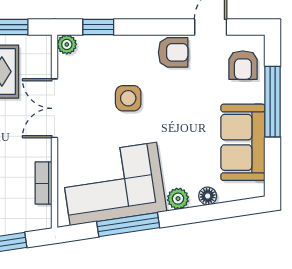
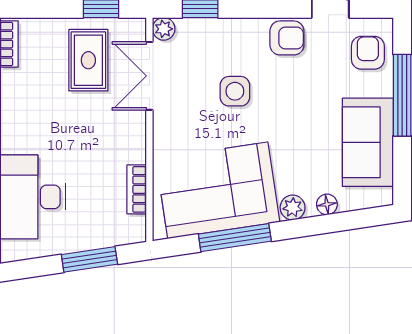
armchair: (243, 65) -> (368, 53), turned 180
double door: (54, 108) -> (149, 76), moved

